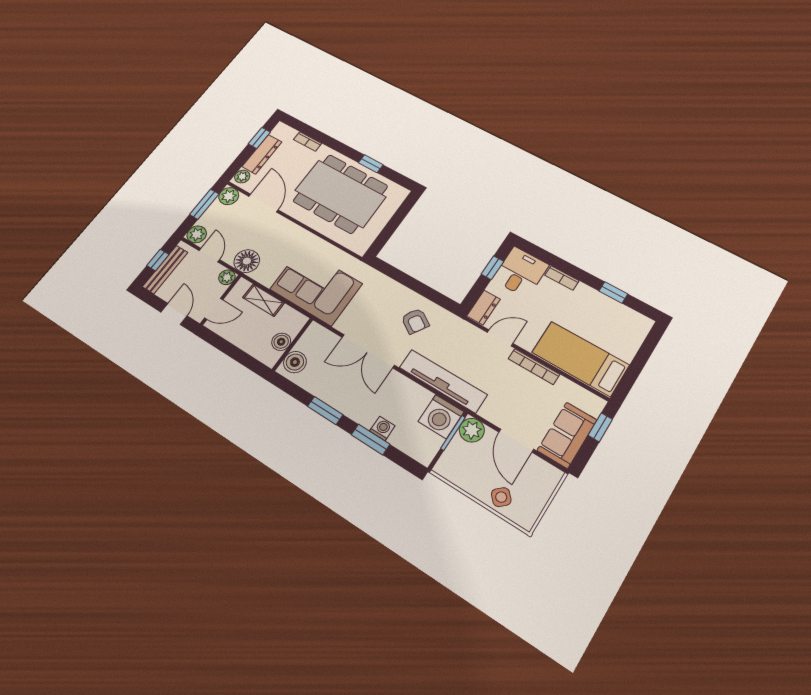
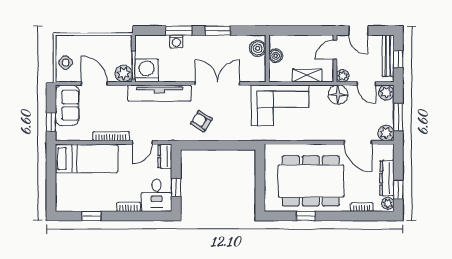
plant: (242, 177) -> (388, 203), moved
side table: (501, 497) -> (66, 63), moved

